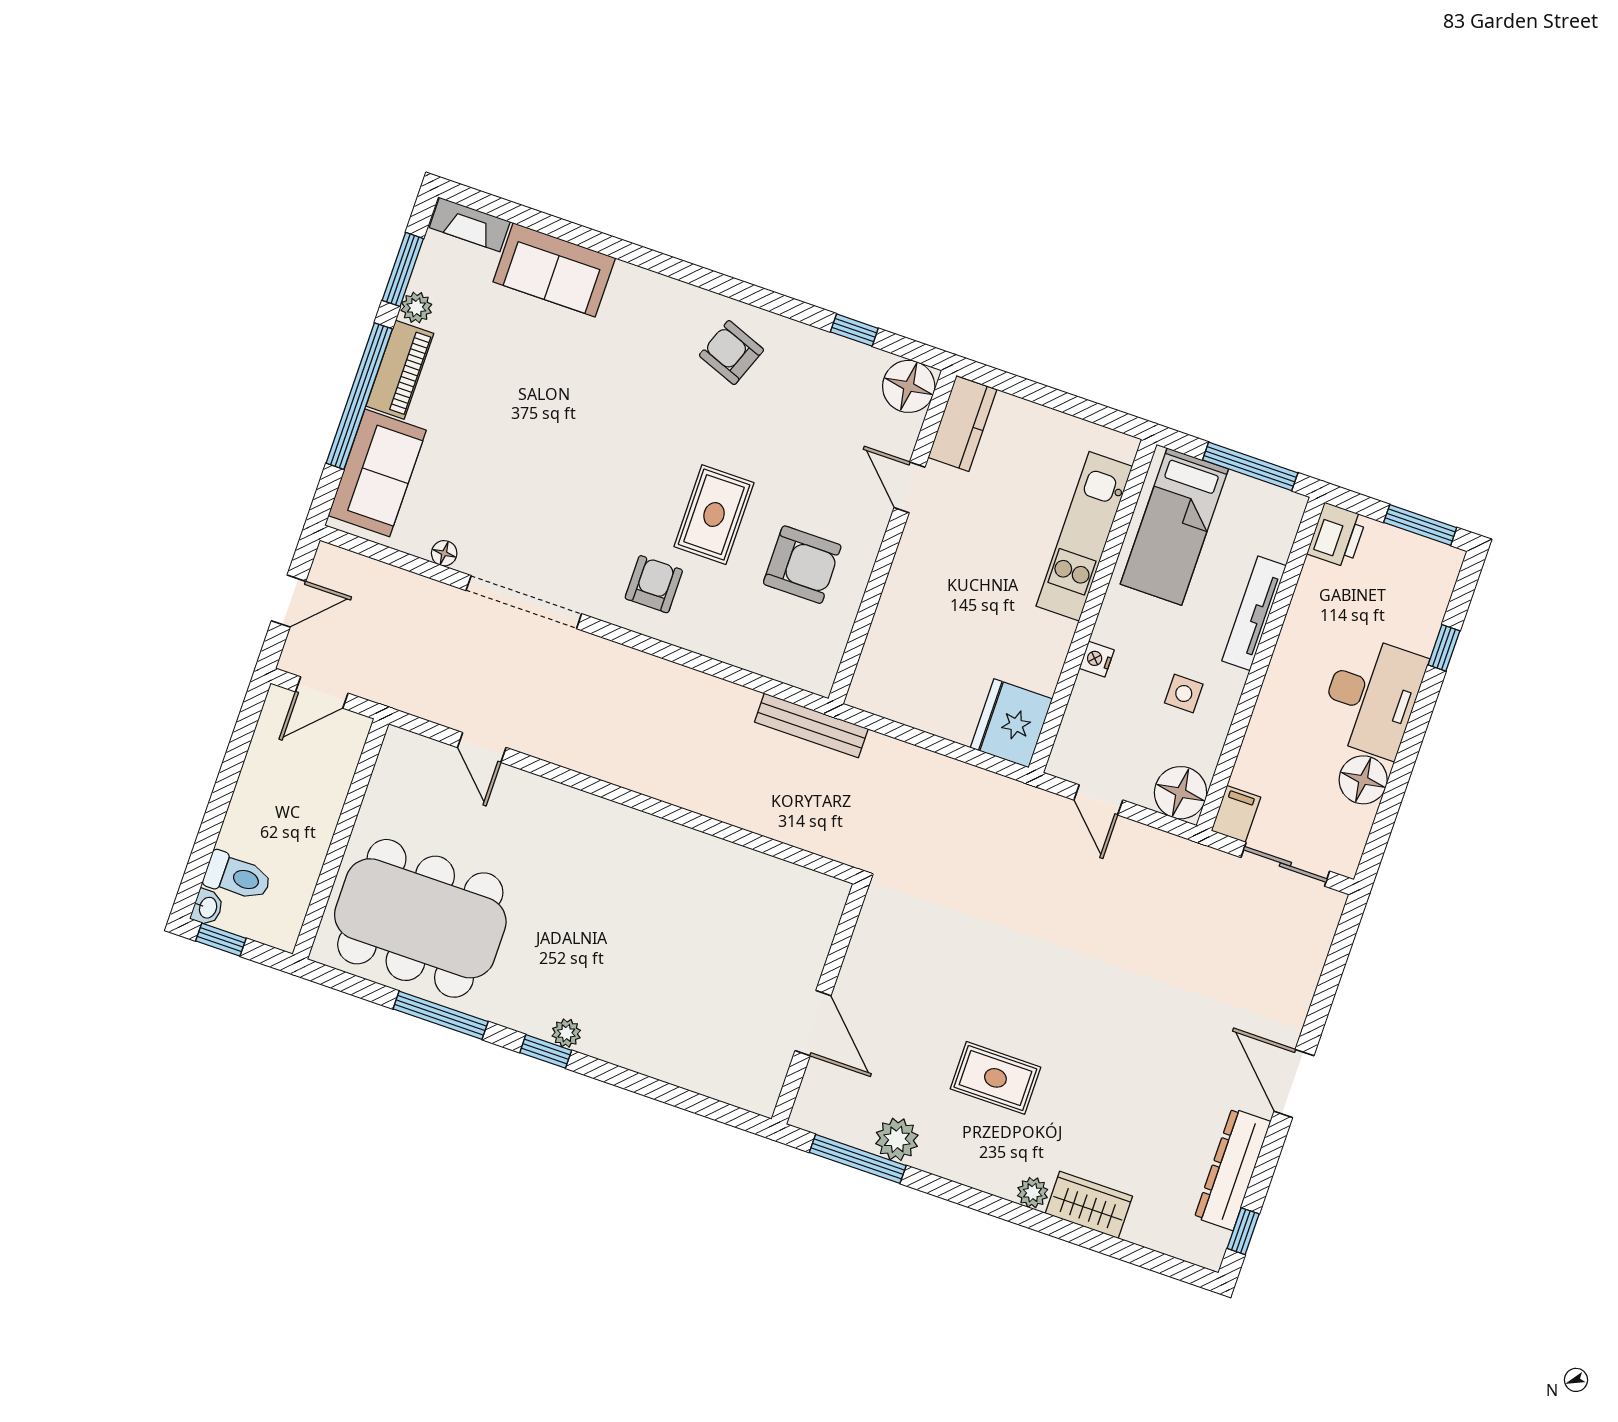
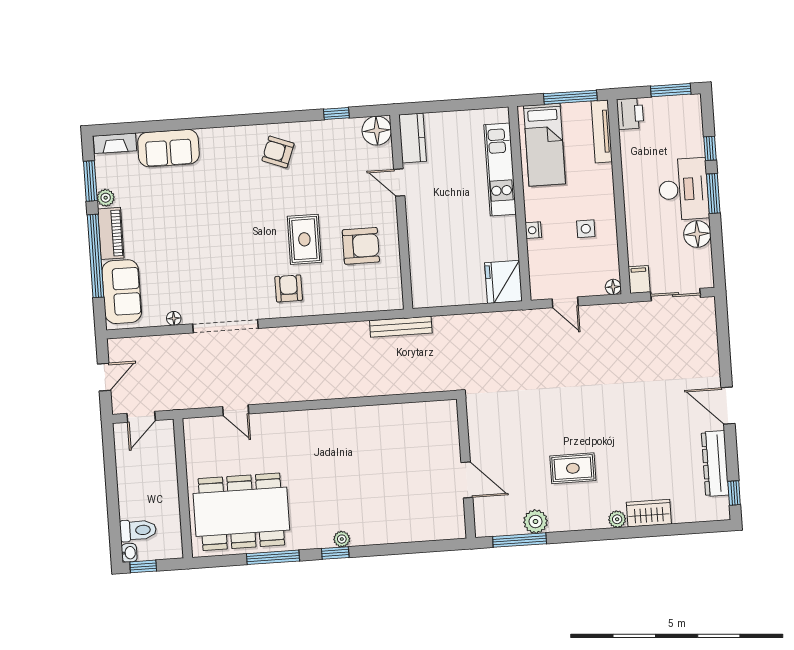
tv unit: (1254, 613) -> (602, 131), moved
window: (1418, 725) -> (713, 194), added
floor lamp: (1181, 793) -> (613, 287), width x0.53, depth x0.53

